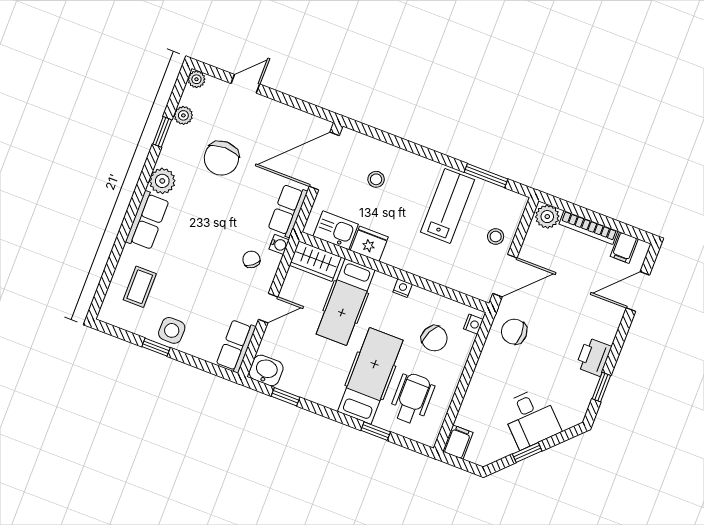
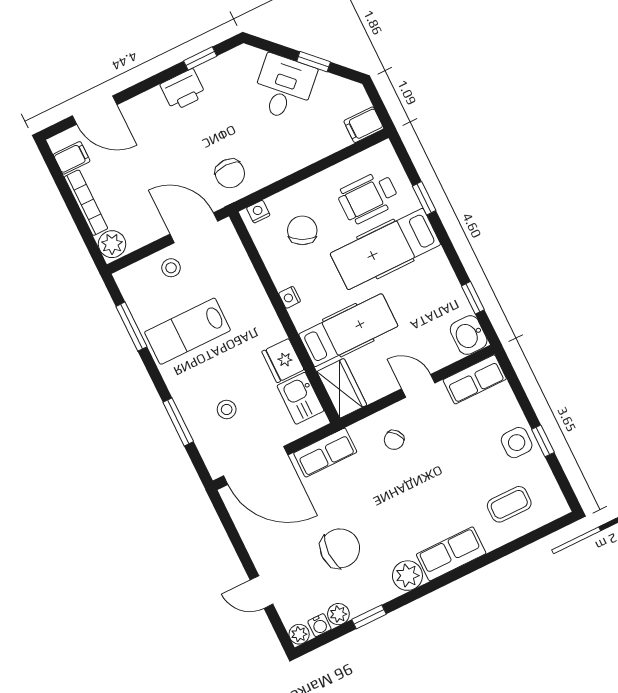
window: (400, 143) -> (178, 422), added
water cooler: (279, 244) -> (319, 625), moved, turned 180

